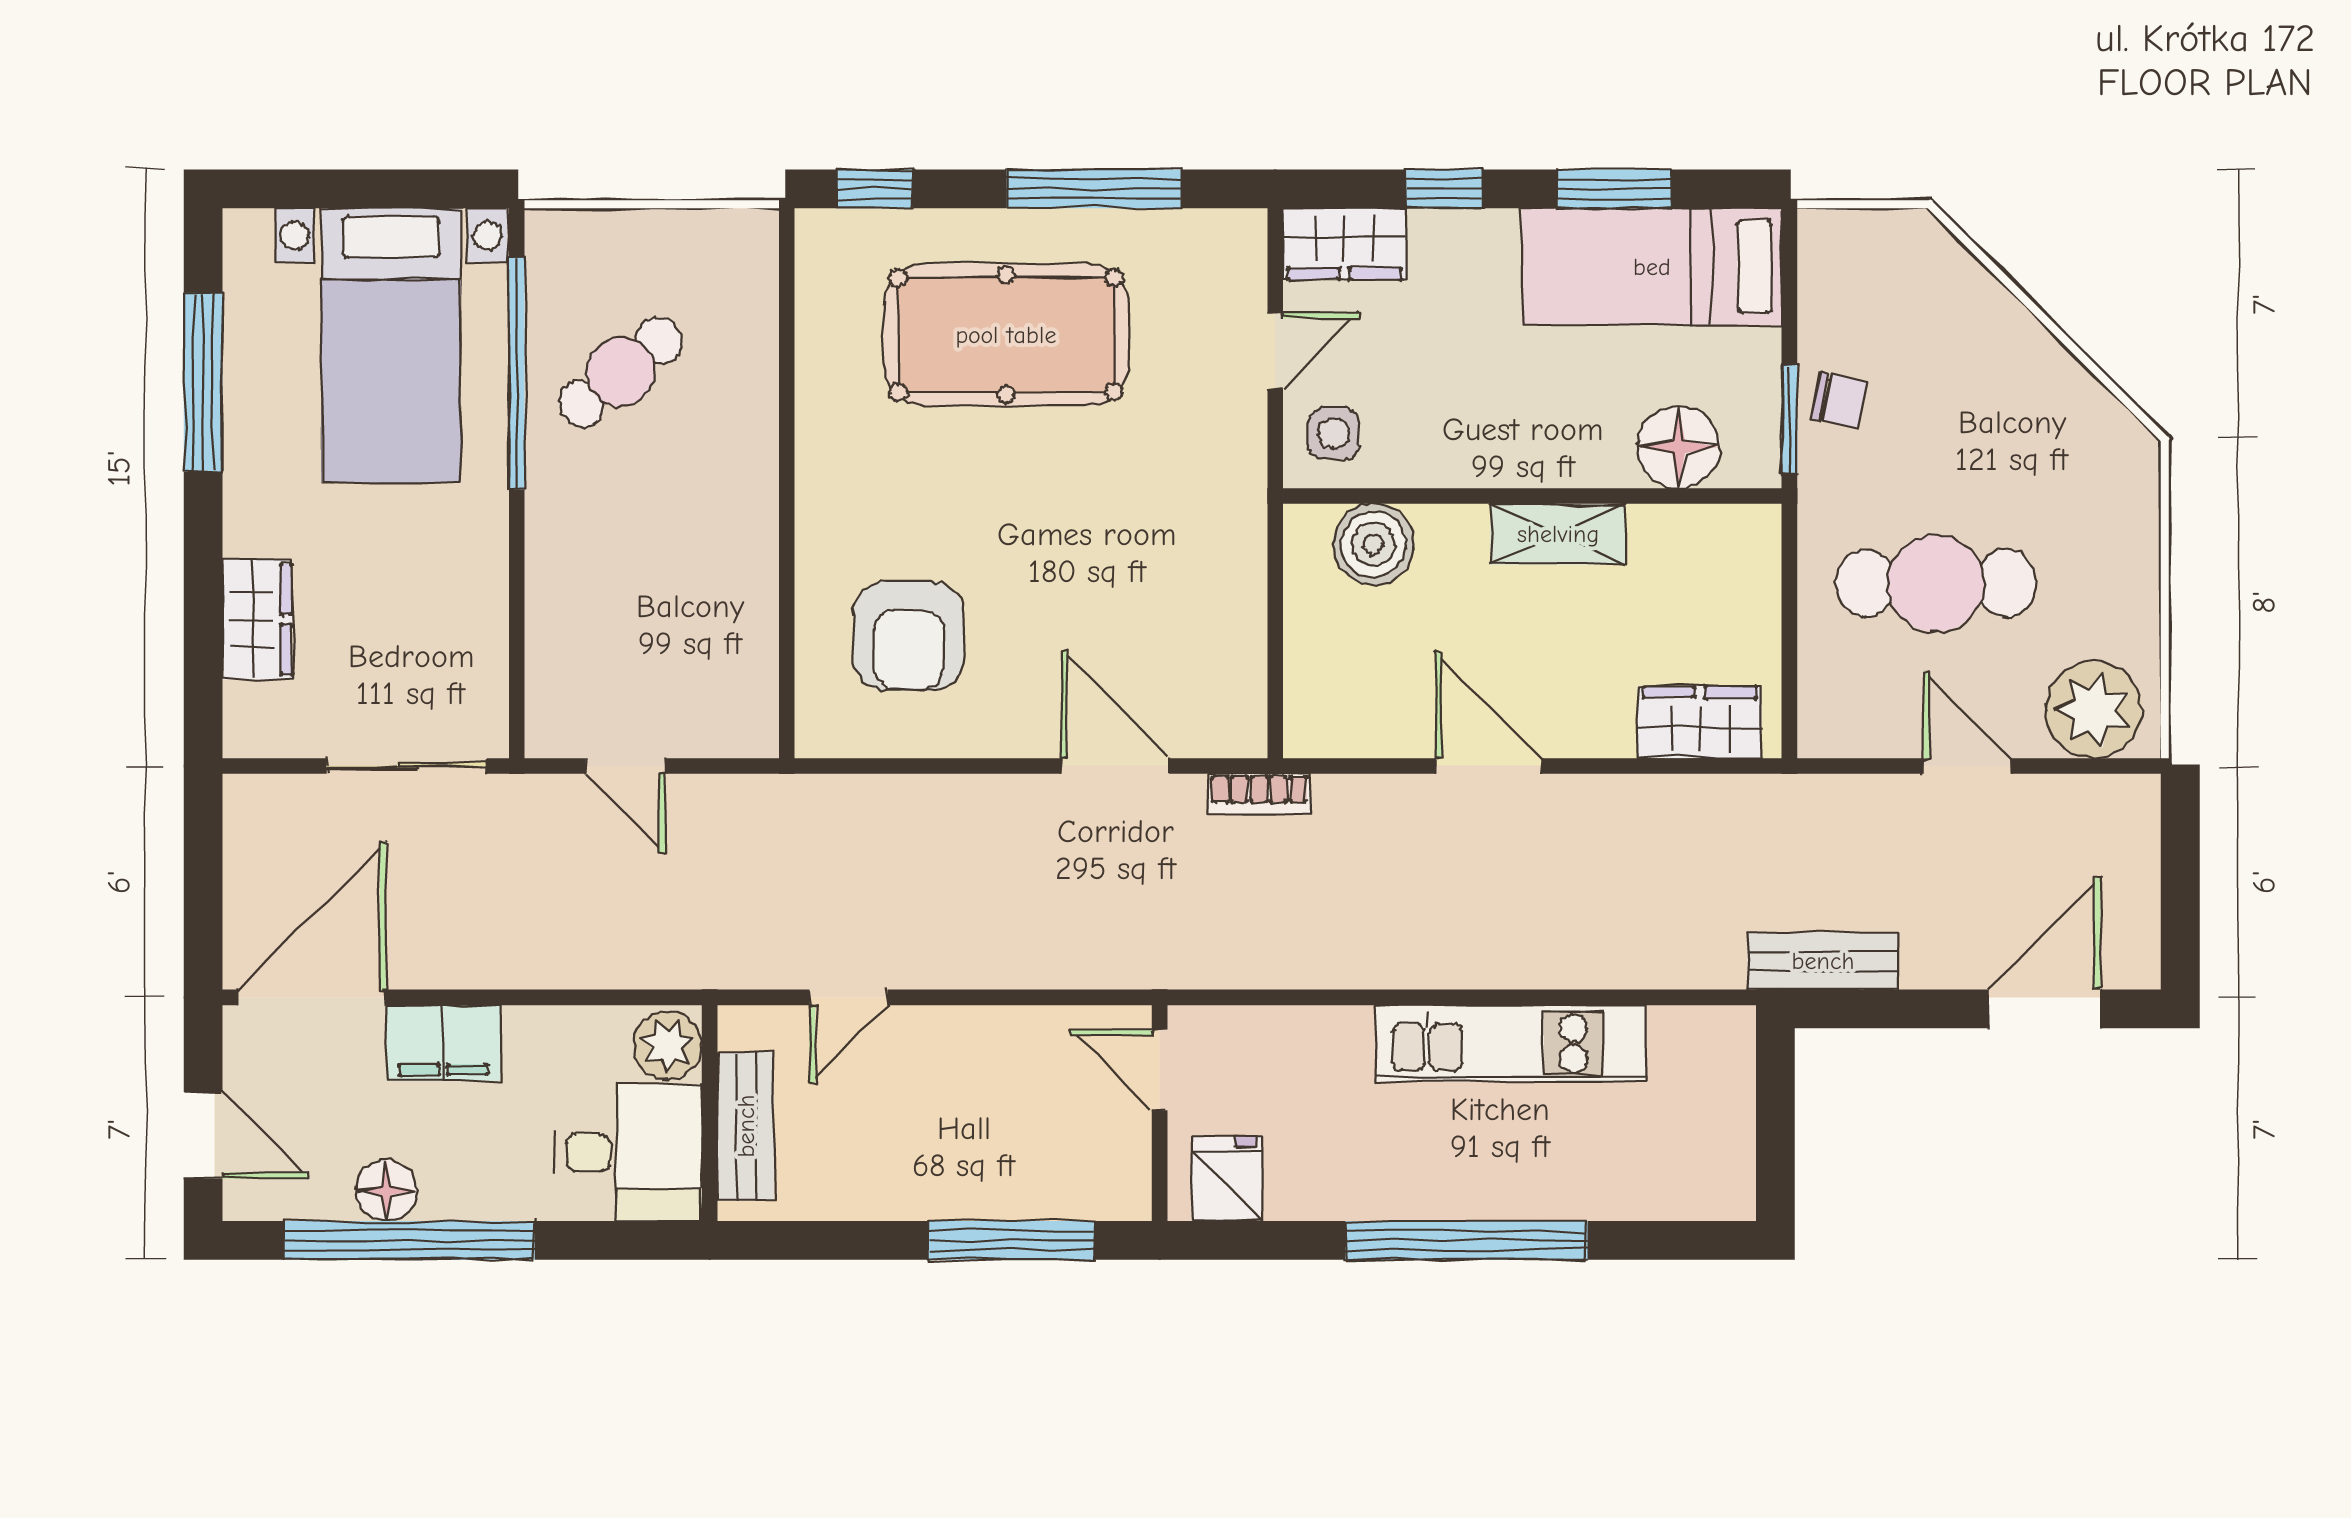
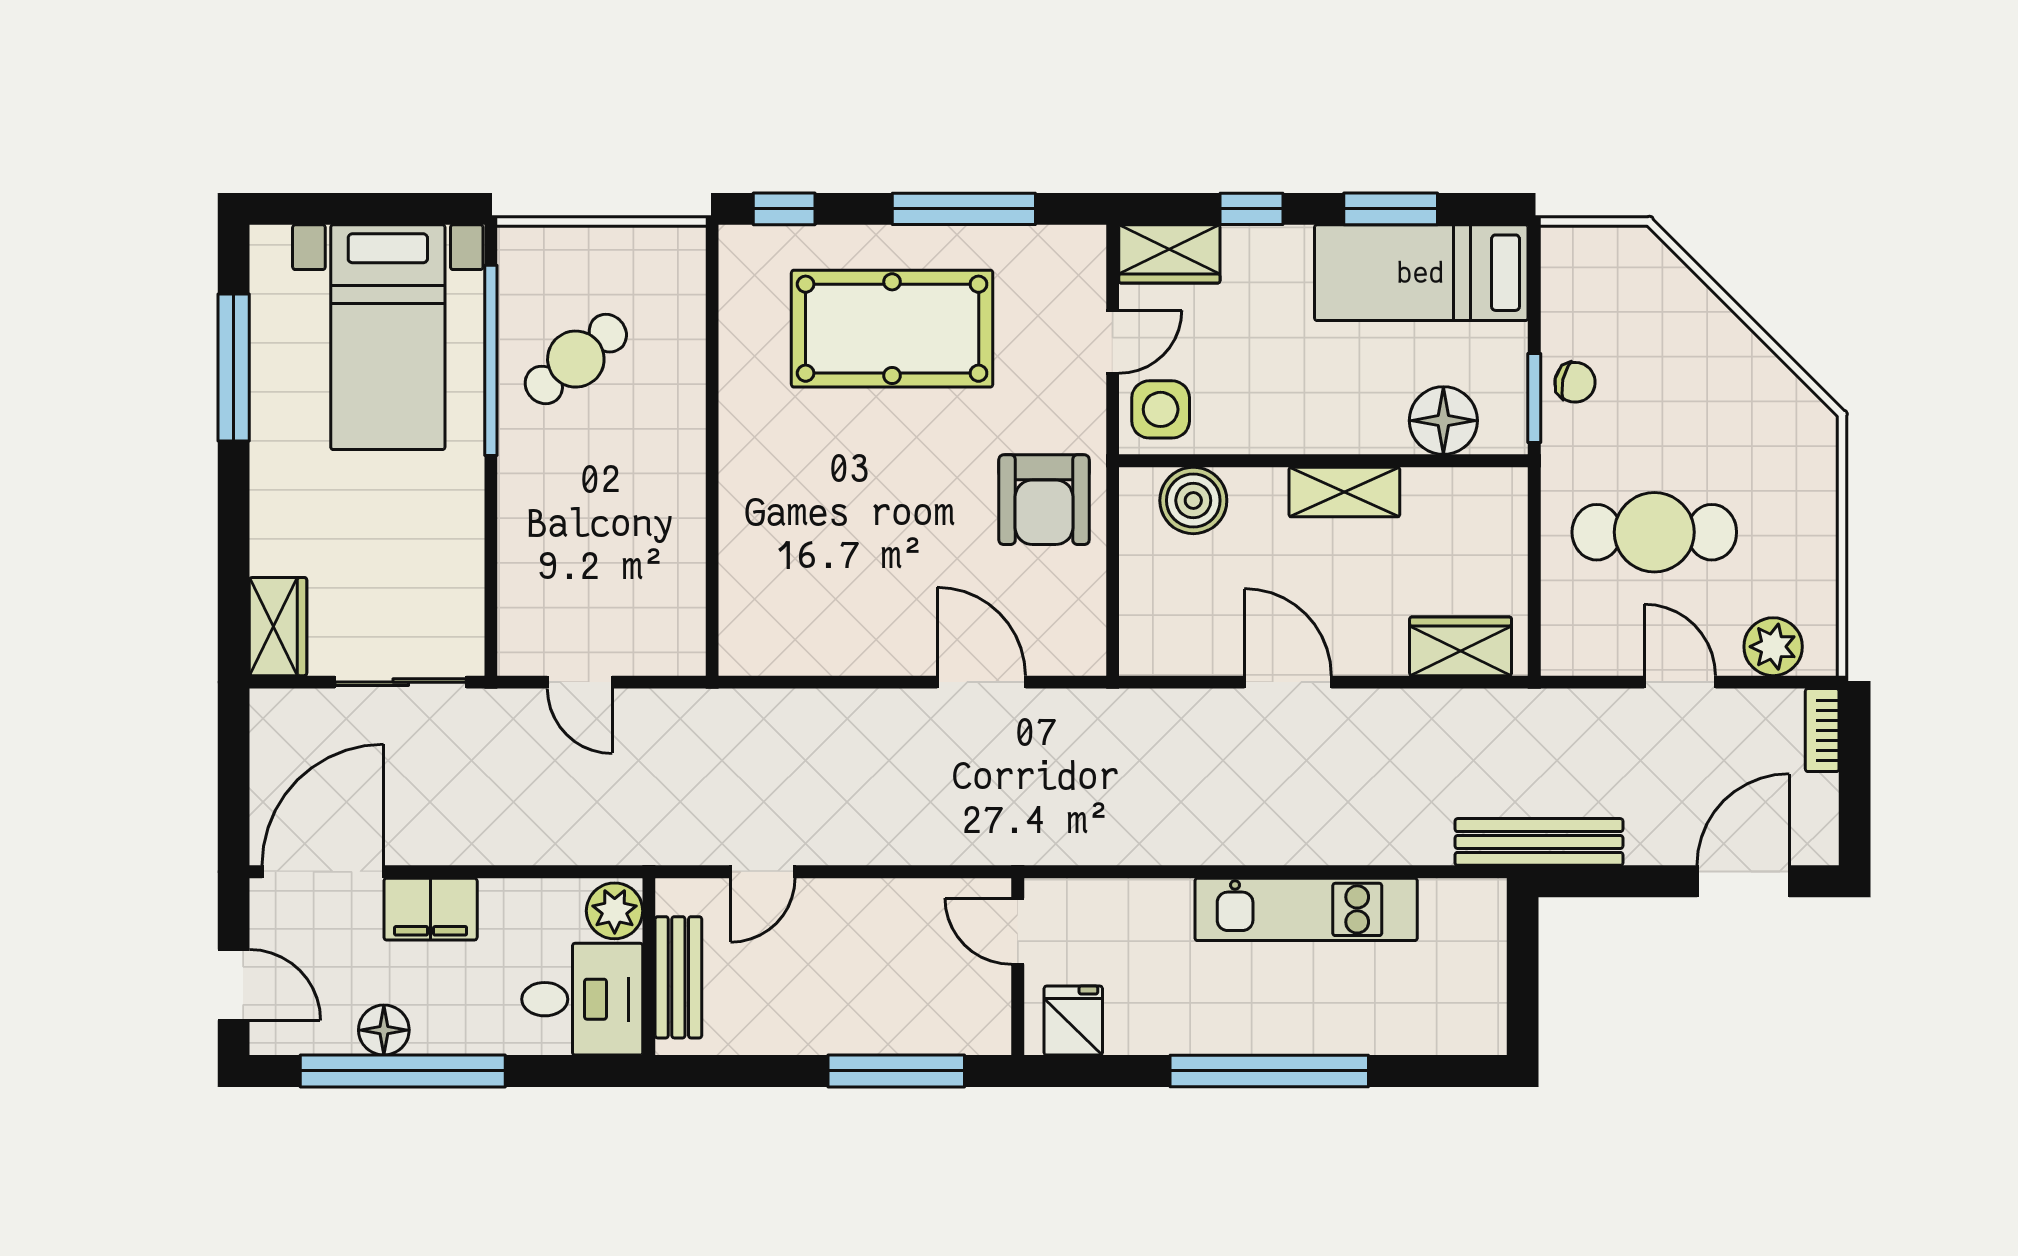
side table: (1334, 433) -> (1161, 409), width x1.37, depth x1.37
wardrobe: (257, 619) -> (278, 627), moved
armchair: (909, 636) -> (1044, 500), moved
plant: (2094, 710) -> (1773, 647), width x0.73, depth x0.73
bookcase: (1259, 794) -> (1822, 730), moved, turned 90
bench: (1823, 961) -> (1539, 842), width x1.36

